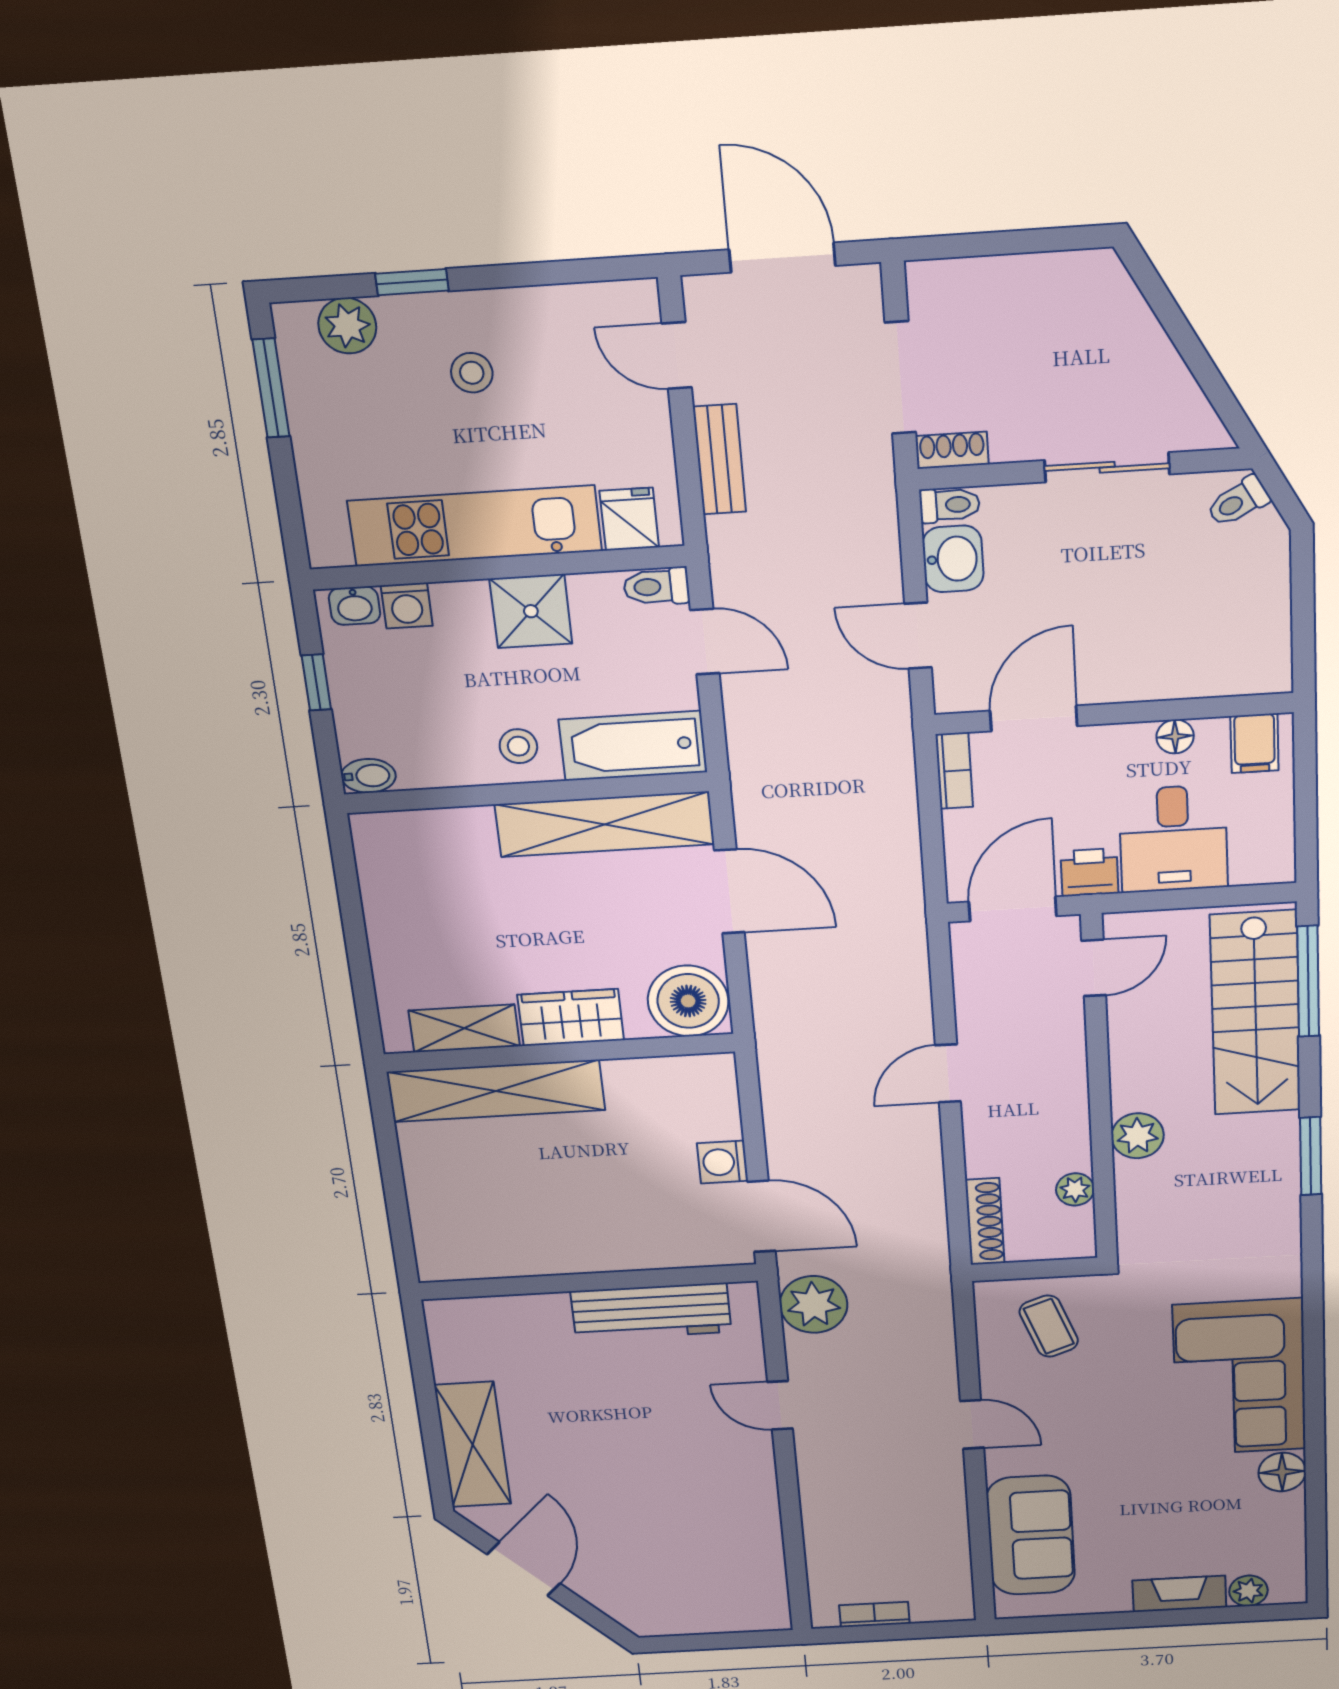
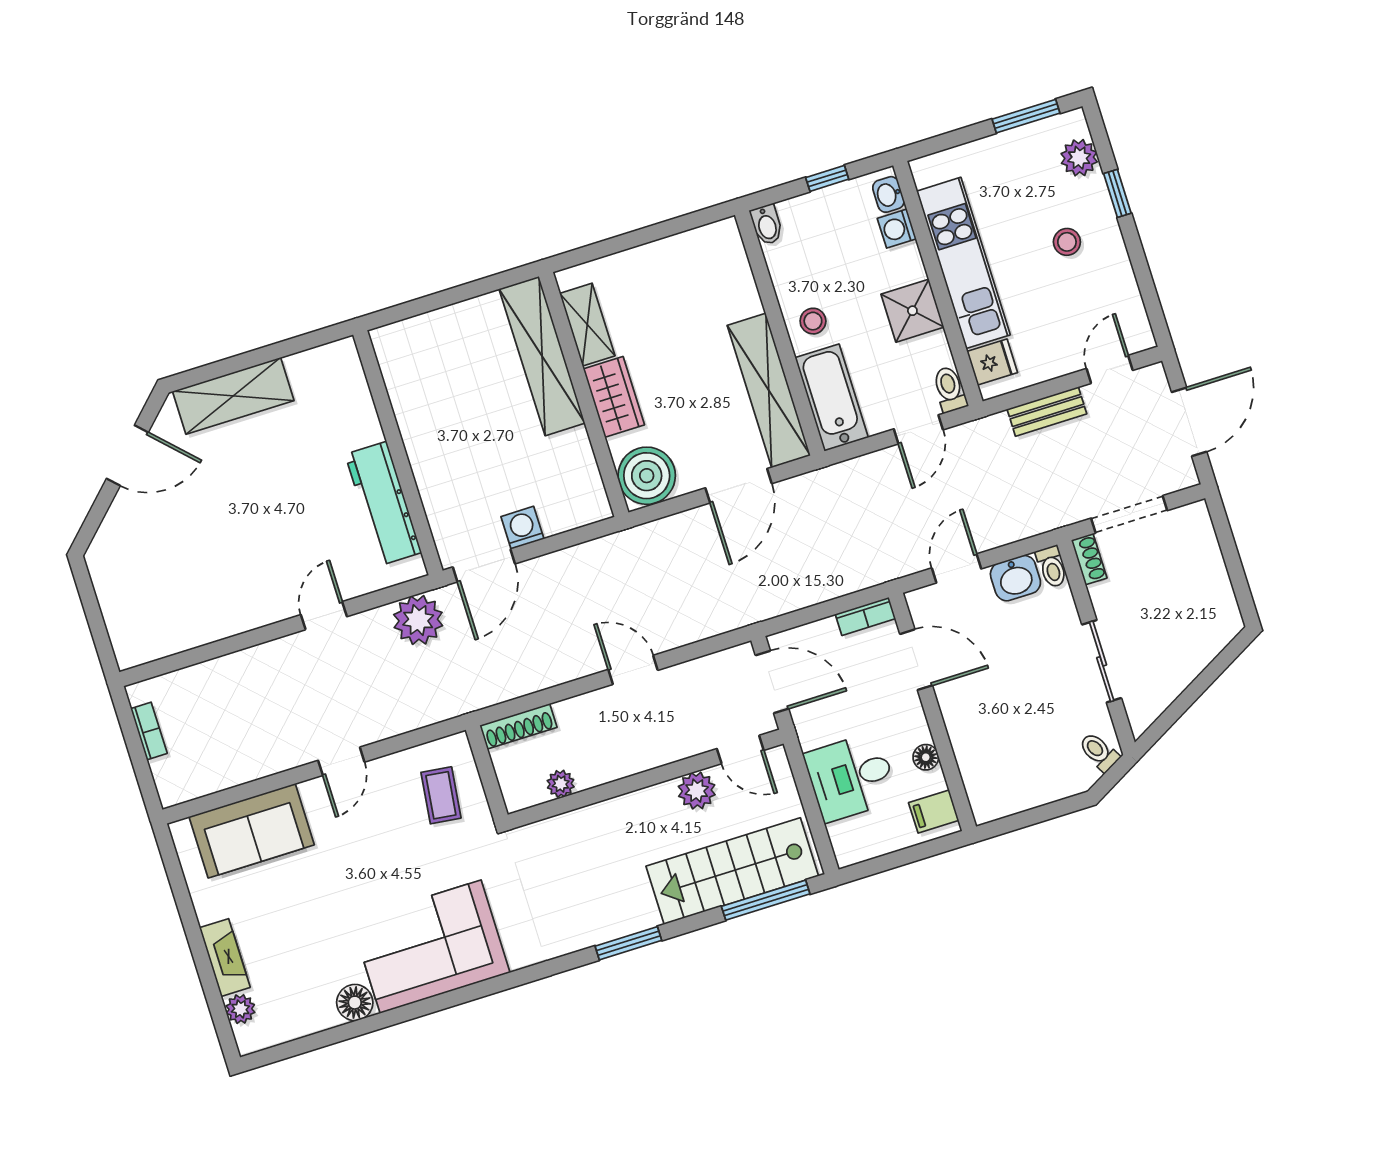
printer: (1090, 872) -> (812, 727), removed
plant: (1138, 1136) -> (697, 791), moved
coffee table: (1049, 1326) -> (441, 795), turned -63

